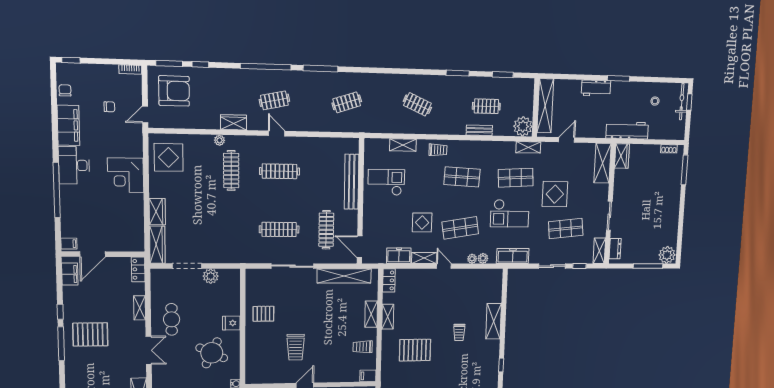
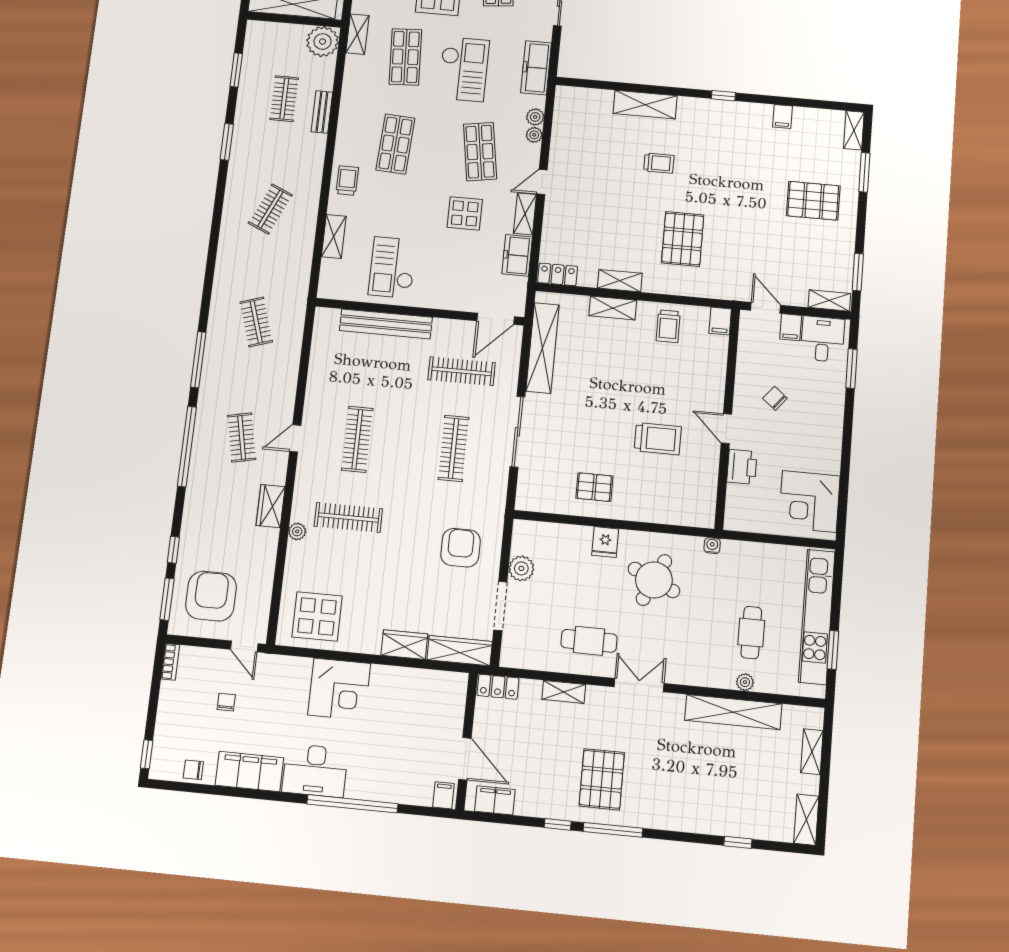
armchair: (219, 239) -> (461, 548), added
pallet: (263, 314) -> (594, 487), turned 90

